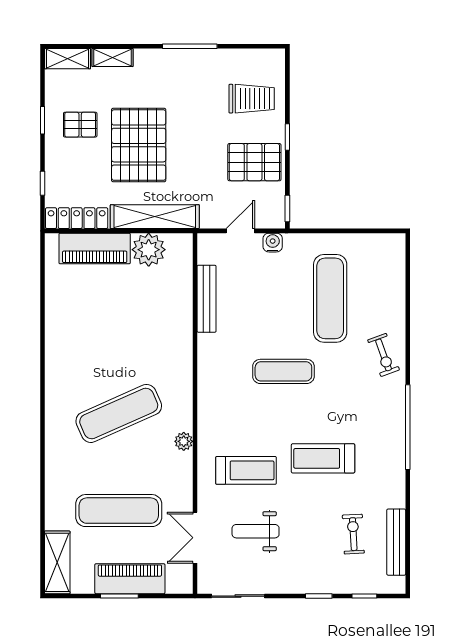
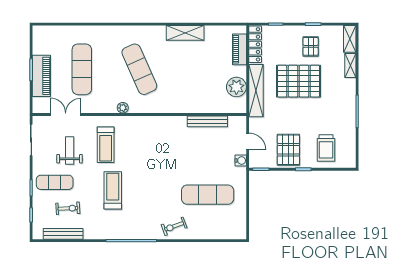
piano: (95, 248) -> (239, 49), width x0.73, depth x0.75
exercise mat: (283, 371) -> (55, 182), moved, turned 90
shelving: (57, 562) -> (185, 33), moved

